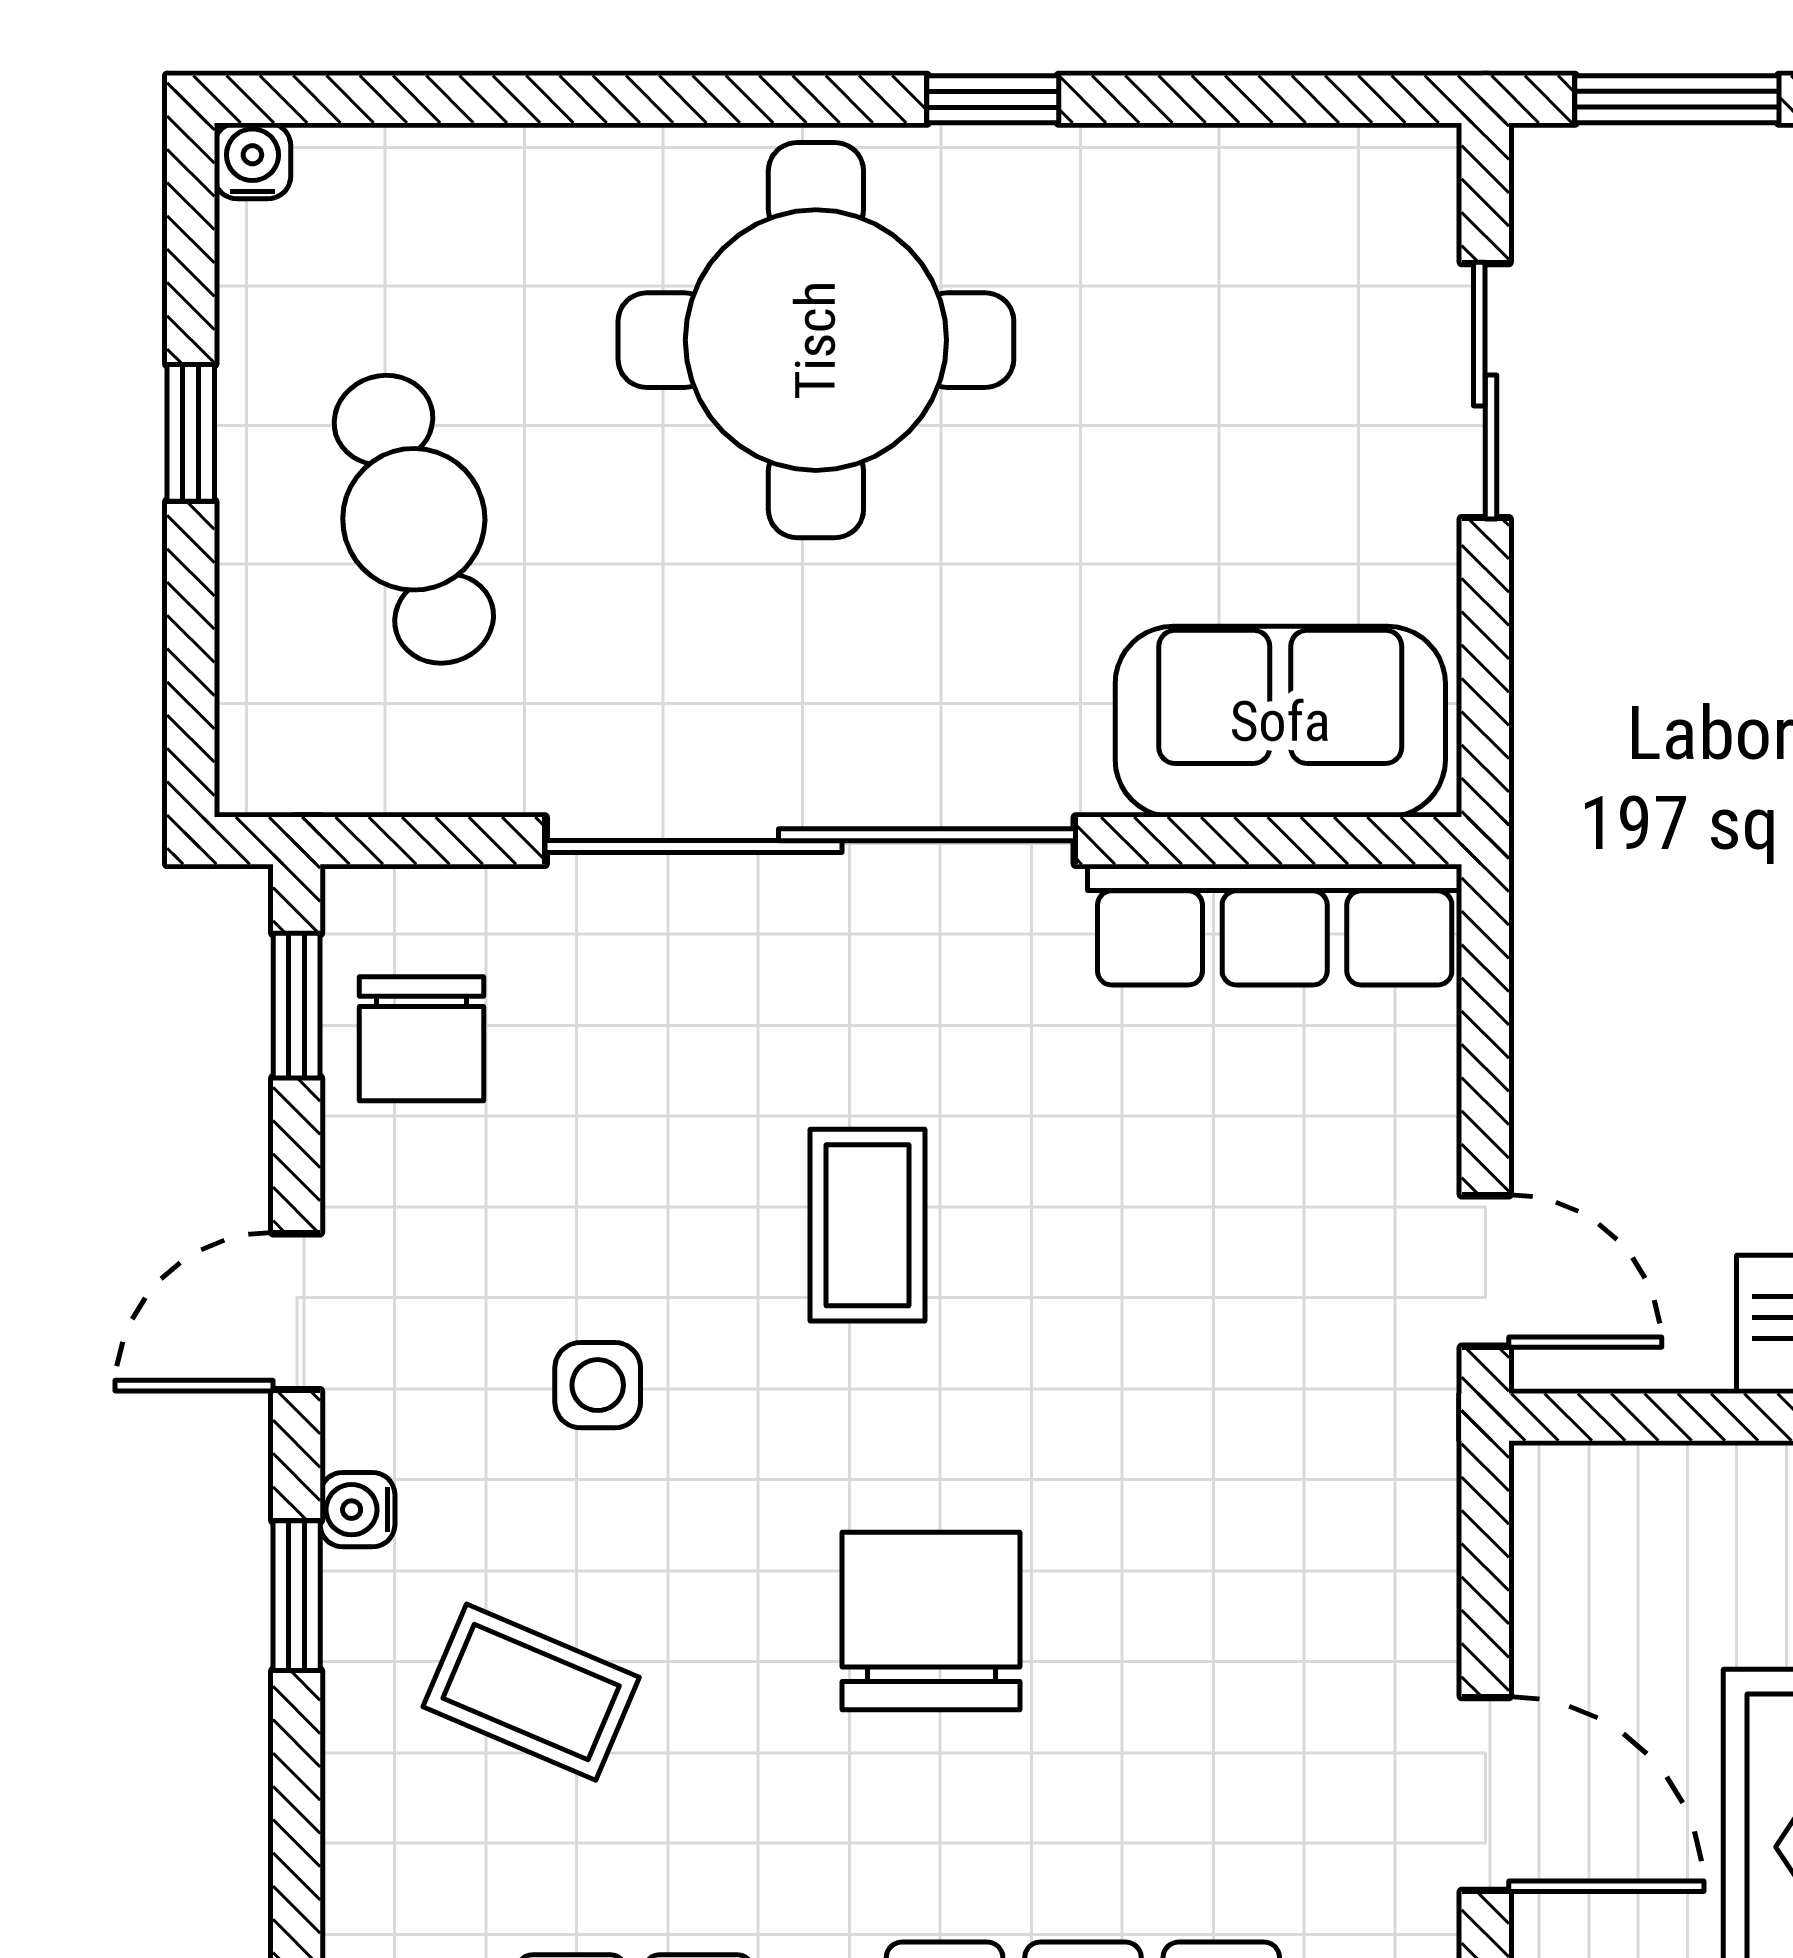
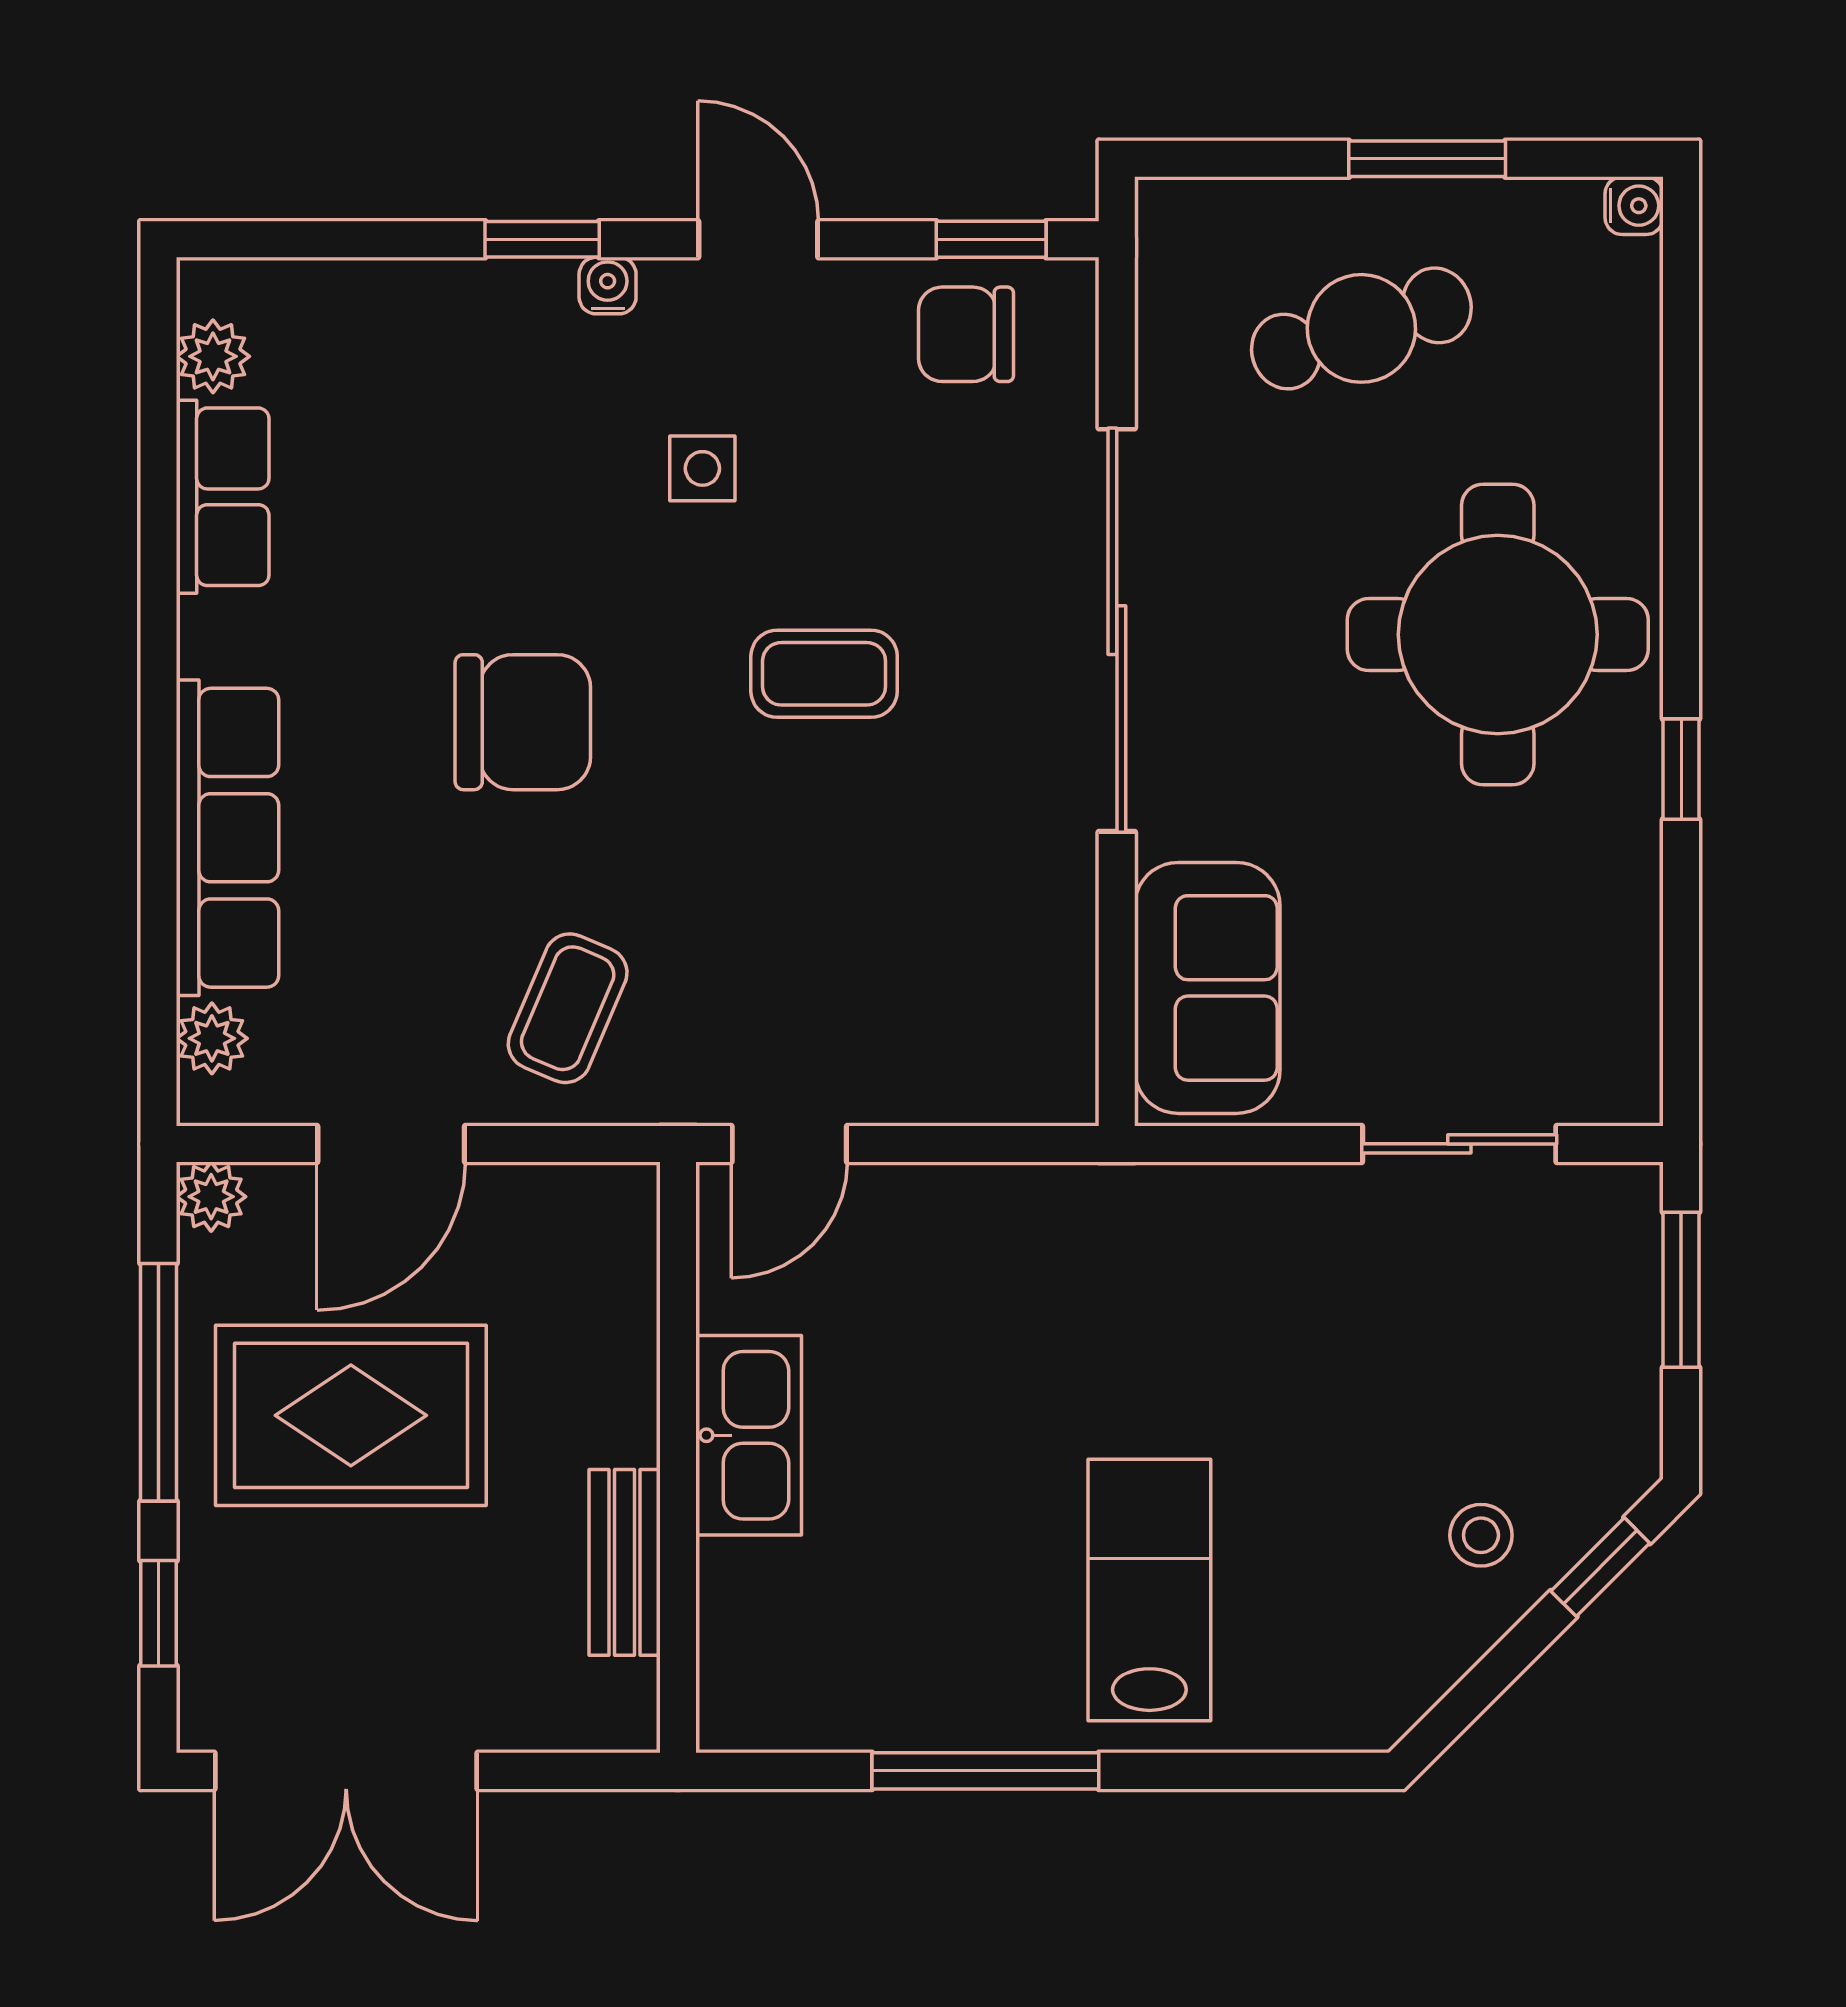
window: (191, 433) -> (1427, 159), width x1.50
row of seats: (1275, 925) -> (1053, 984), removed
coffee table: (531, 1692) -> (568, 1008), moved

